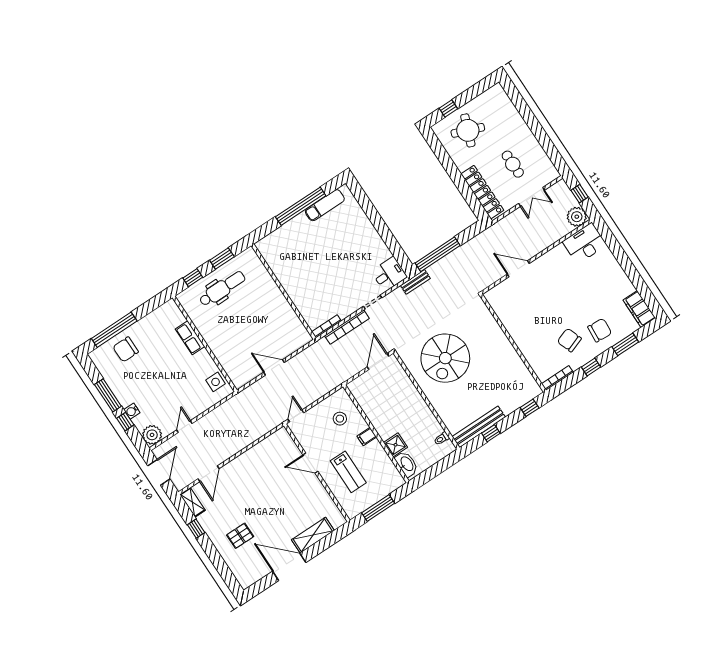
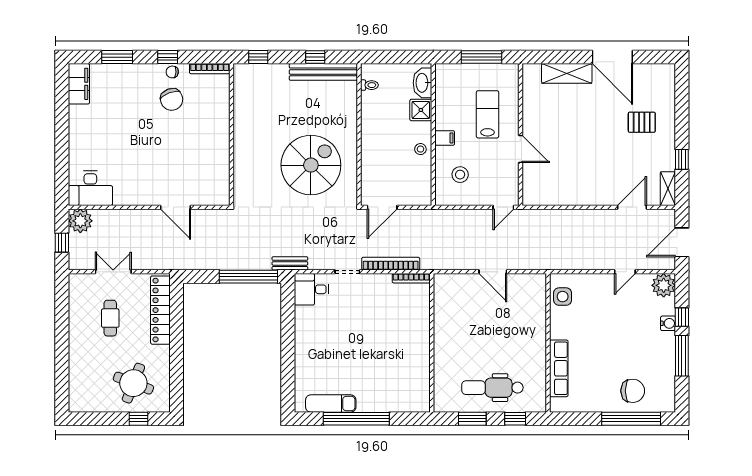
chair: (600, 330) -> (172, 72), moved, width x0.54, depth x0.54
row of seats: (190, 338) -> (559, 368), width x1.48
stool: (378, 418) -> (420, 149), added

